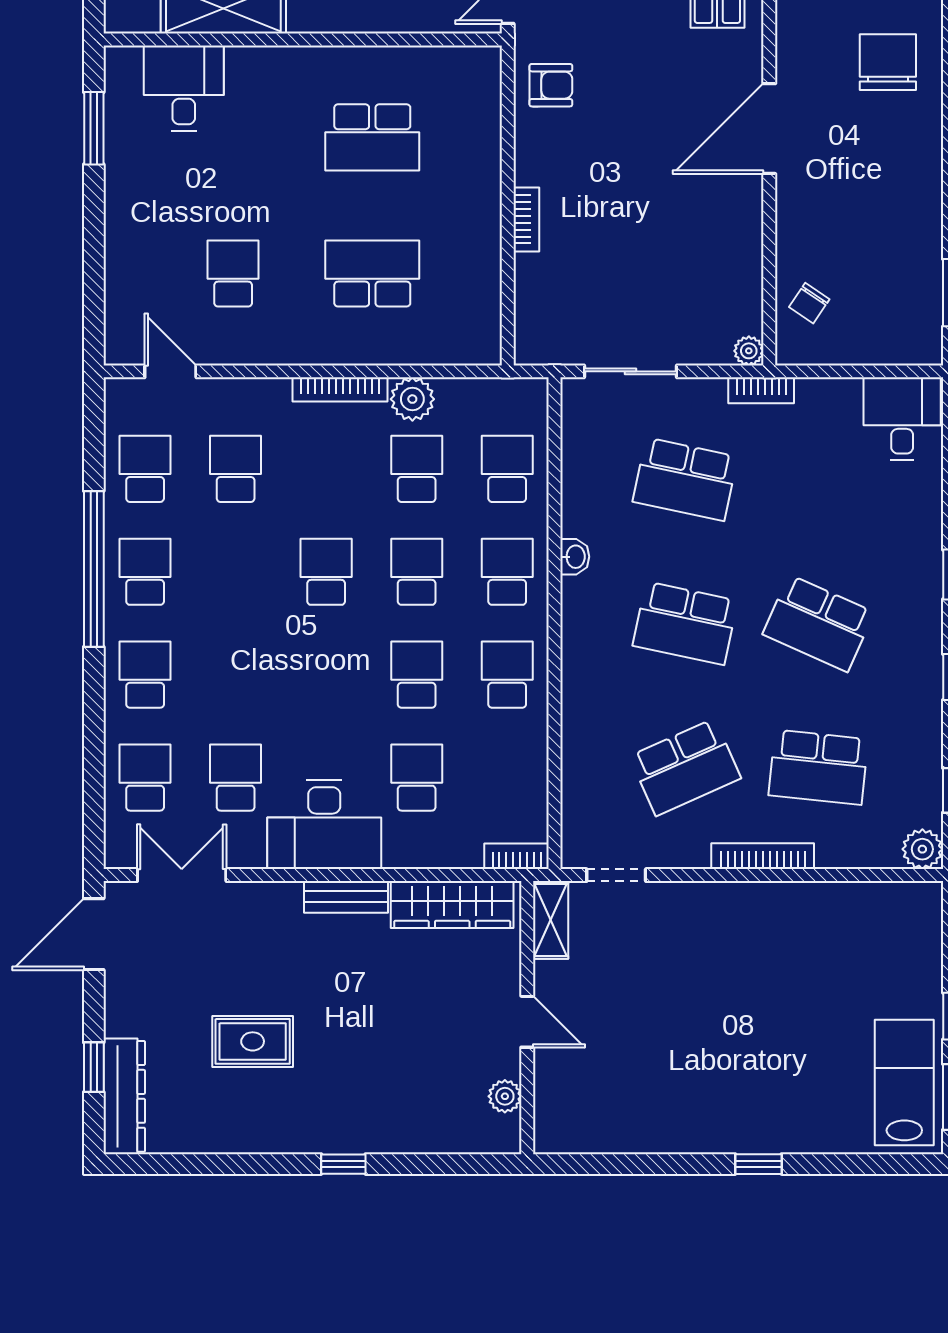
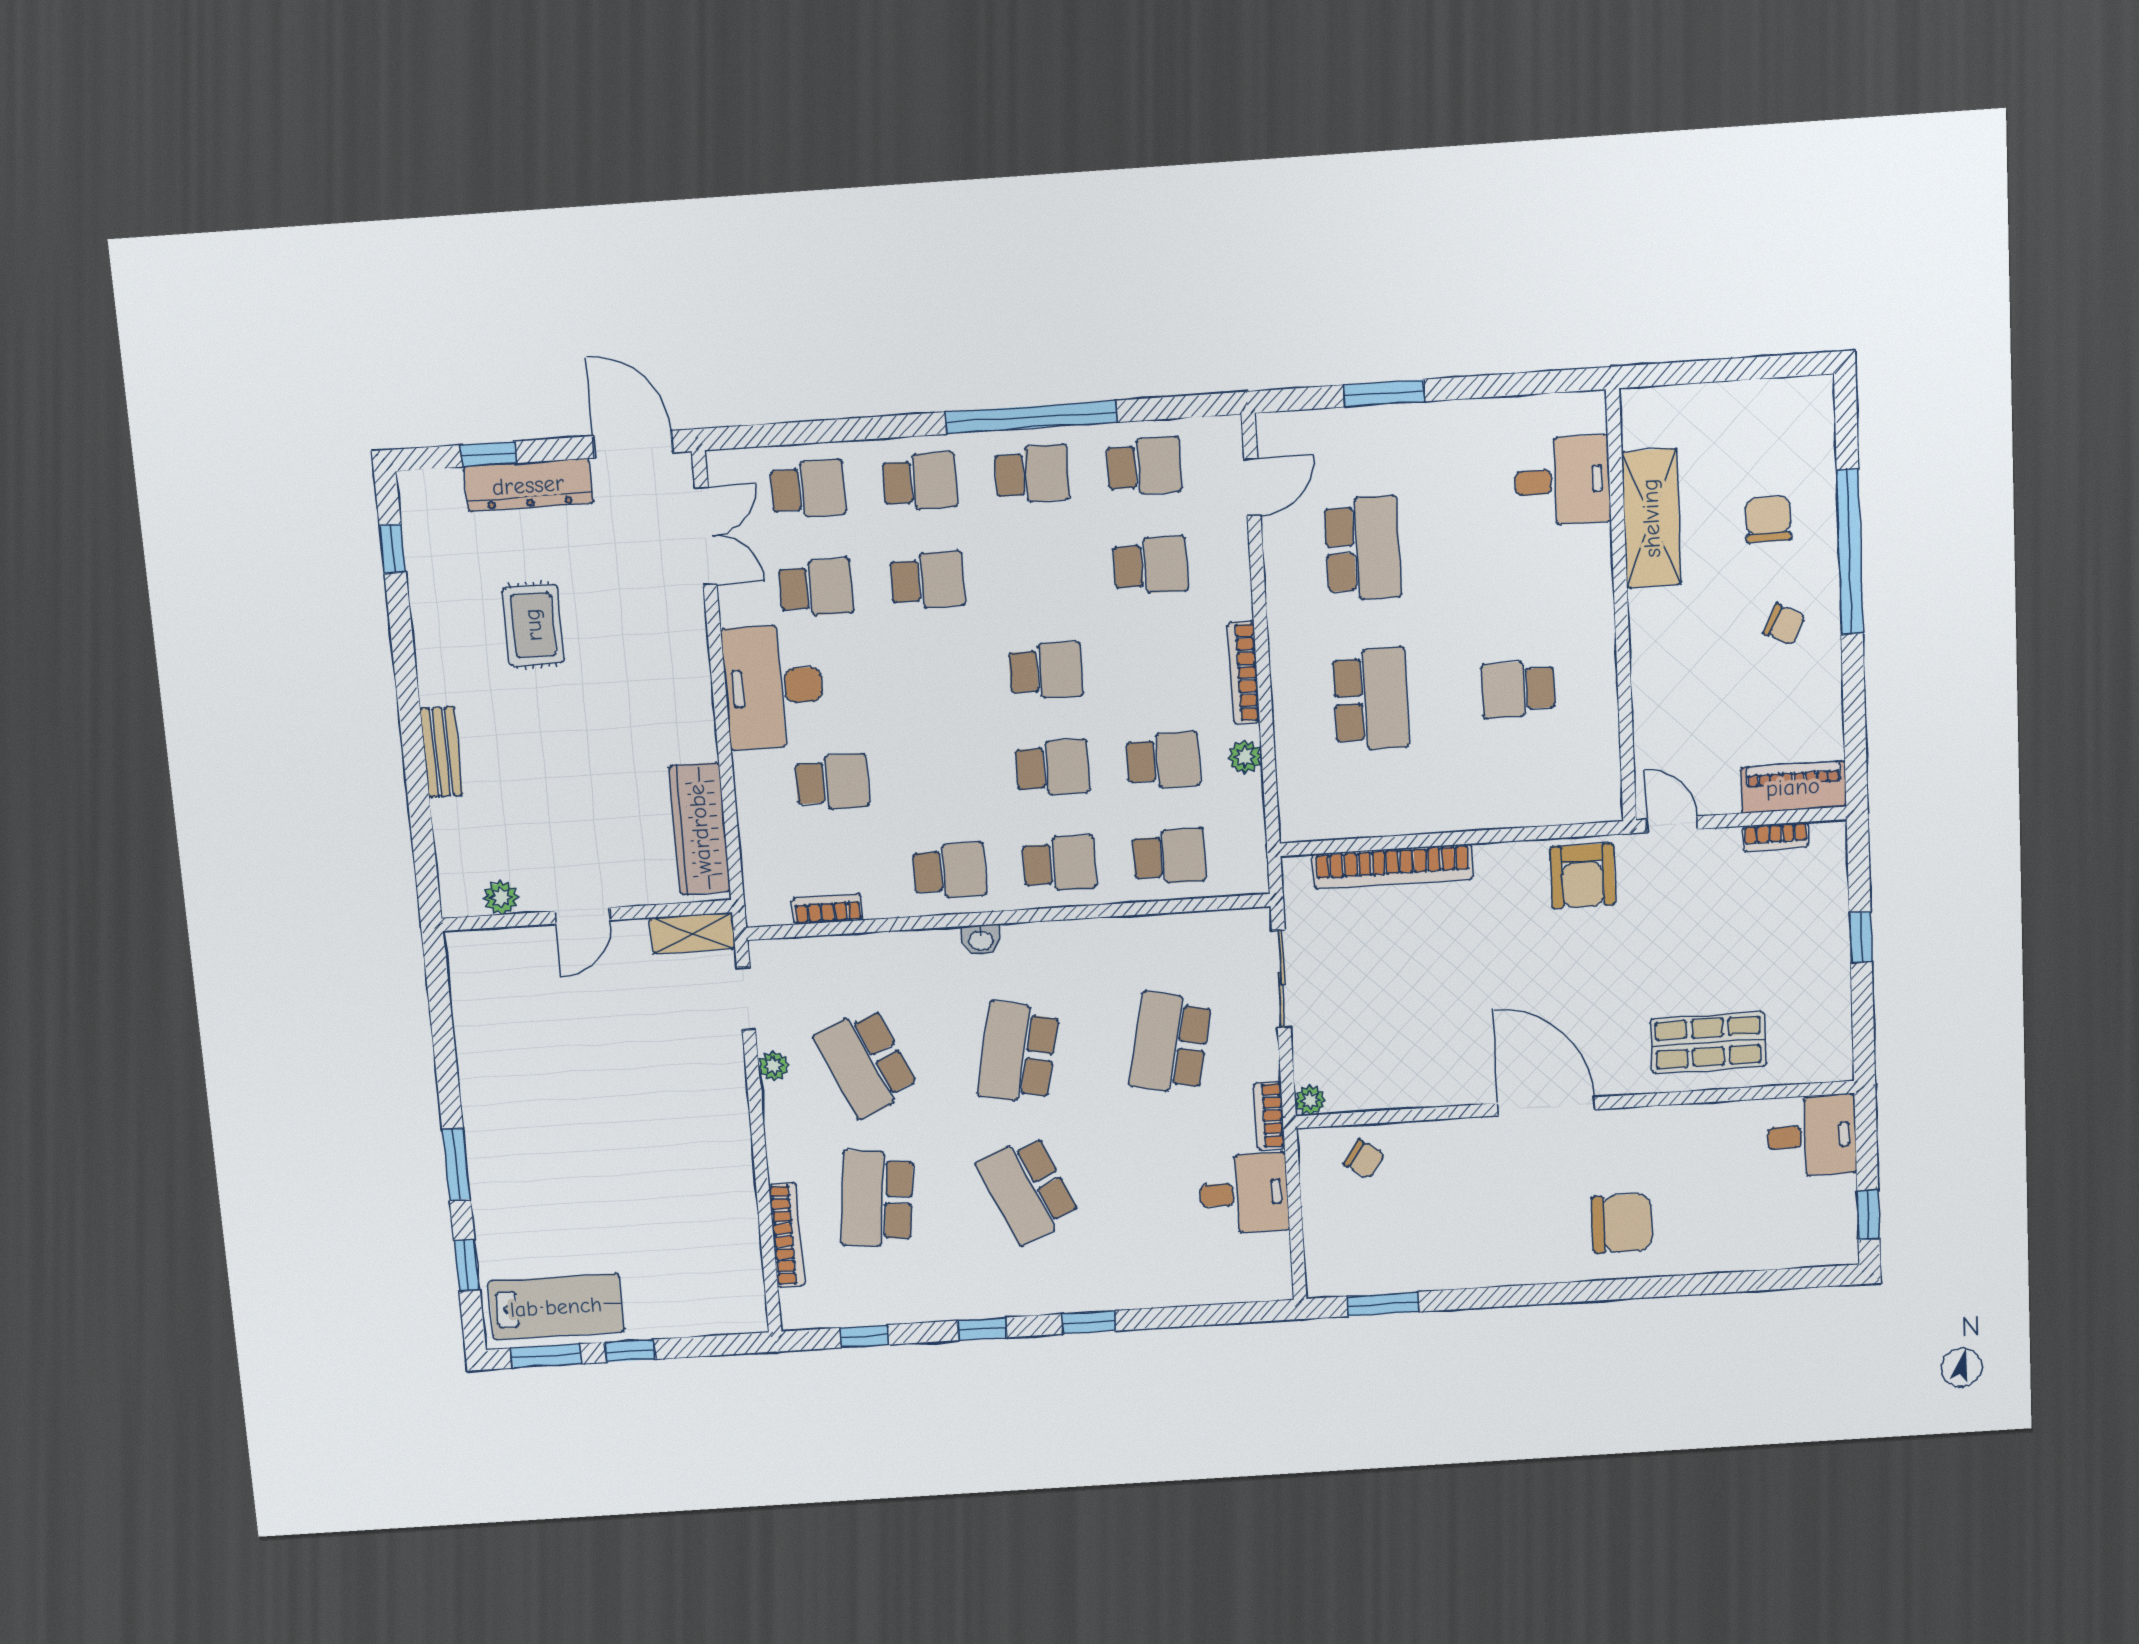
armchair: (551, 85) -> (1583, 876), width x1.38, depth x1.38
window: (94, 128) -> (1384, 393), moved
school desk: (372, 137) -> (1518, 689), width x0.54
bookcase: (526, 219) -> (1393, 867), width x2.31, depth x1.31
school desk: (233, 273) -> (1363, 548), width x1.85
chair: (809, 303) -> (1364, 1159), turned 180
plant: (412, 399) -> (1245, 757), width x0.73, depth x0.73
desk: (902, 419) -> (1244, 1193), moved
washbasin: (575, 557) -> (981, 940), moved
school desk: (818, 623) -> (1028, 1190), turned -48
school desk: (417, 675) -> (927, 580), moved
plant: (922, 849) -> (774, 1066), moved, width x0.73, depth x0.73
bookcase: (517, 856) -> (827, 909), moved, turned -90
bookcase: (763, 856) -> (787, 1235), moved
bench: (346, 897) -> (441, 752), moved
dresser: (124, 1096) -> (528, 485), moved
window: (343, 1164) -> (393, 549), moved
window: (758, 1164) -> (456, 1164), width x1.50
window: (858, 1164) -> (467, 1265), added

